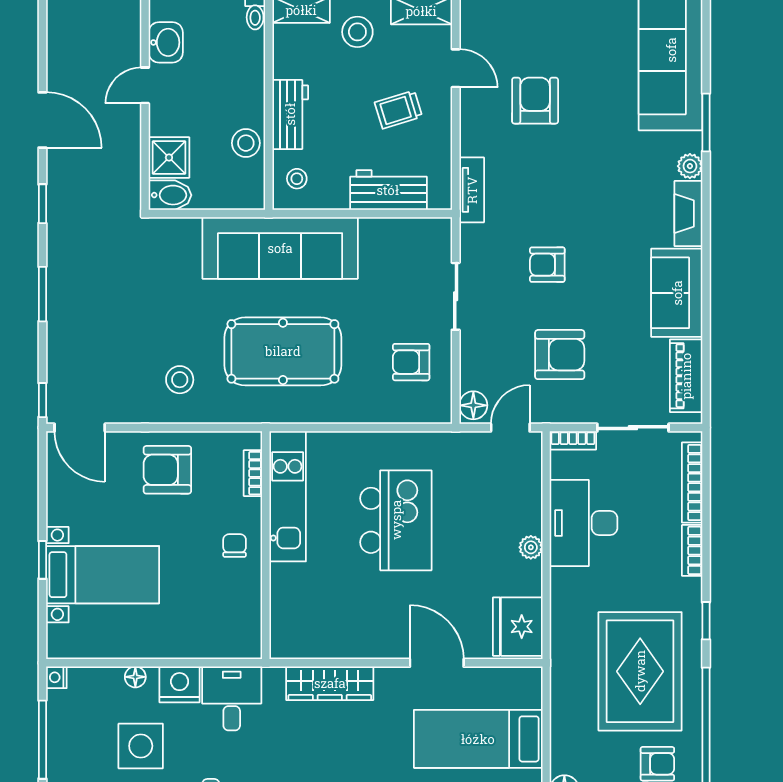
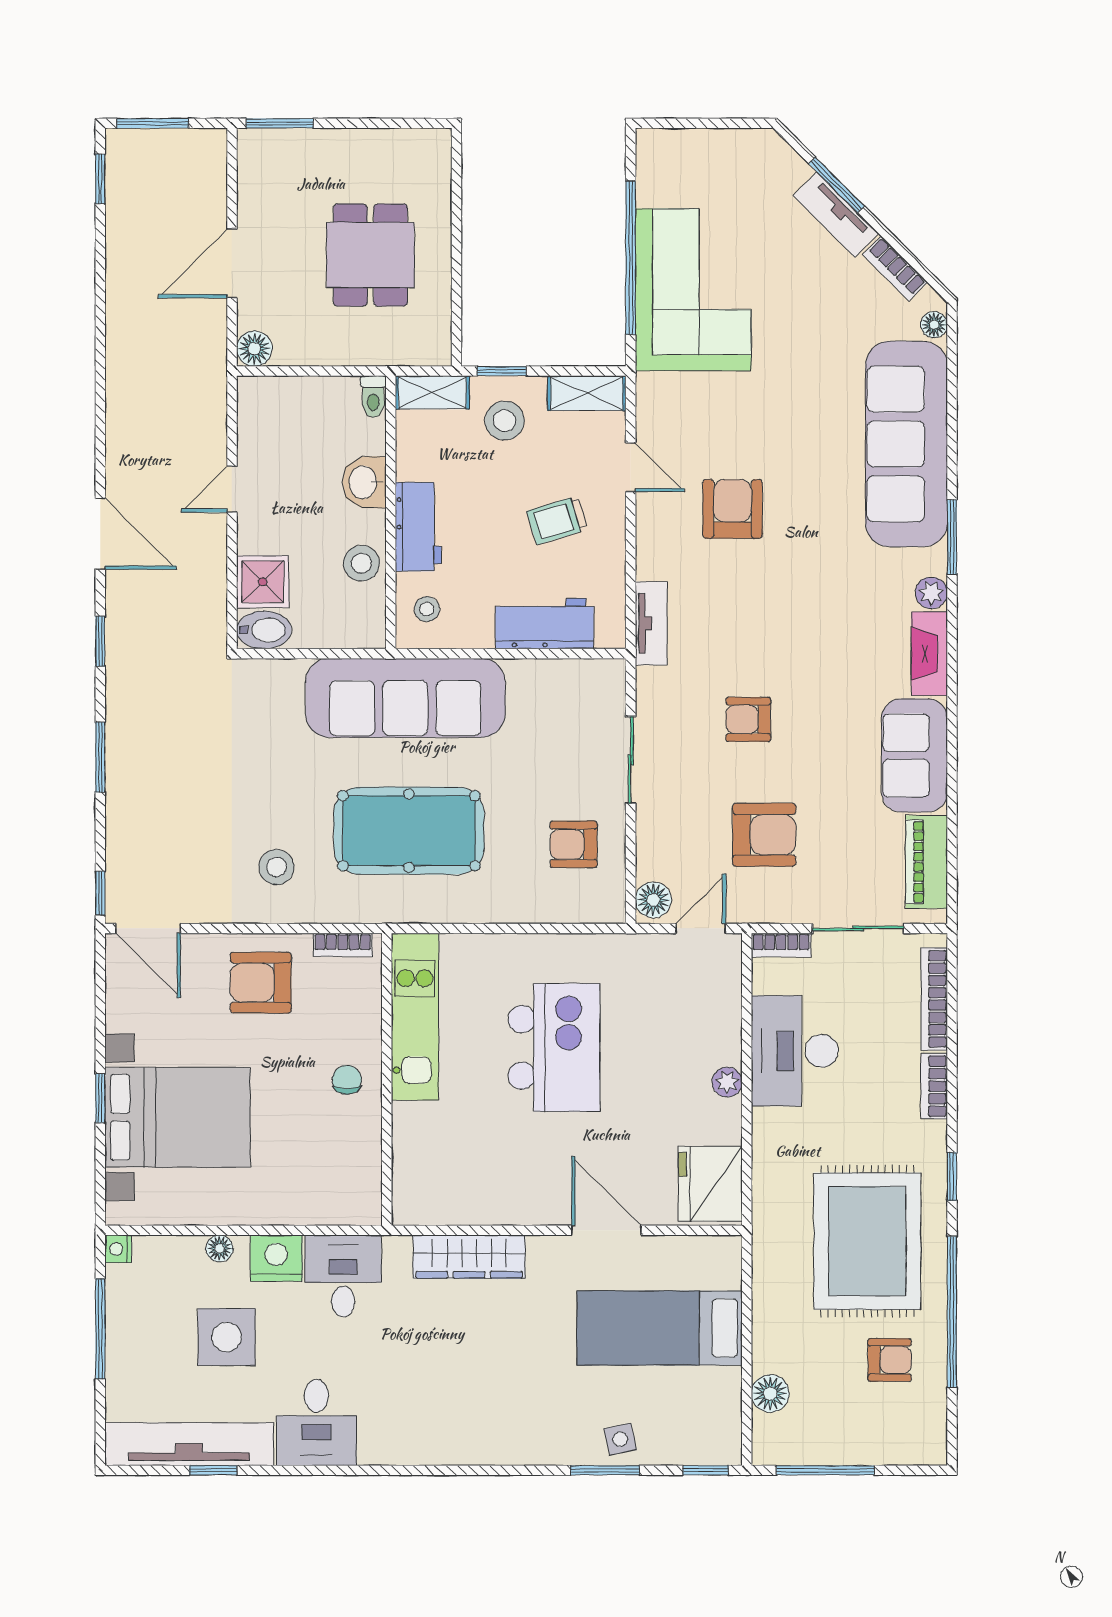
washbasin: (166, 42) -> (364, 482), moved, turned 180
bookcase: (253, 473) -> (343, 945), moved, turned -90
bed with nightstands: (103, 575) -> (178, 1117), width x1.36

